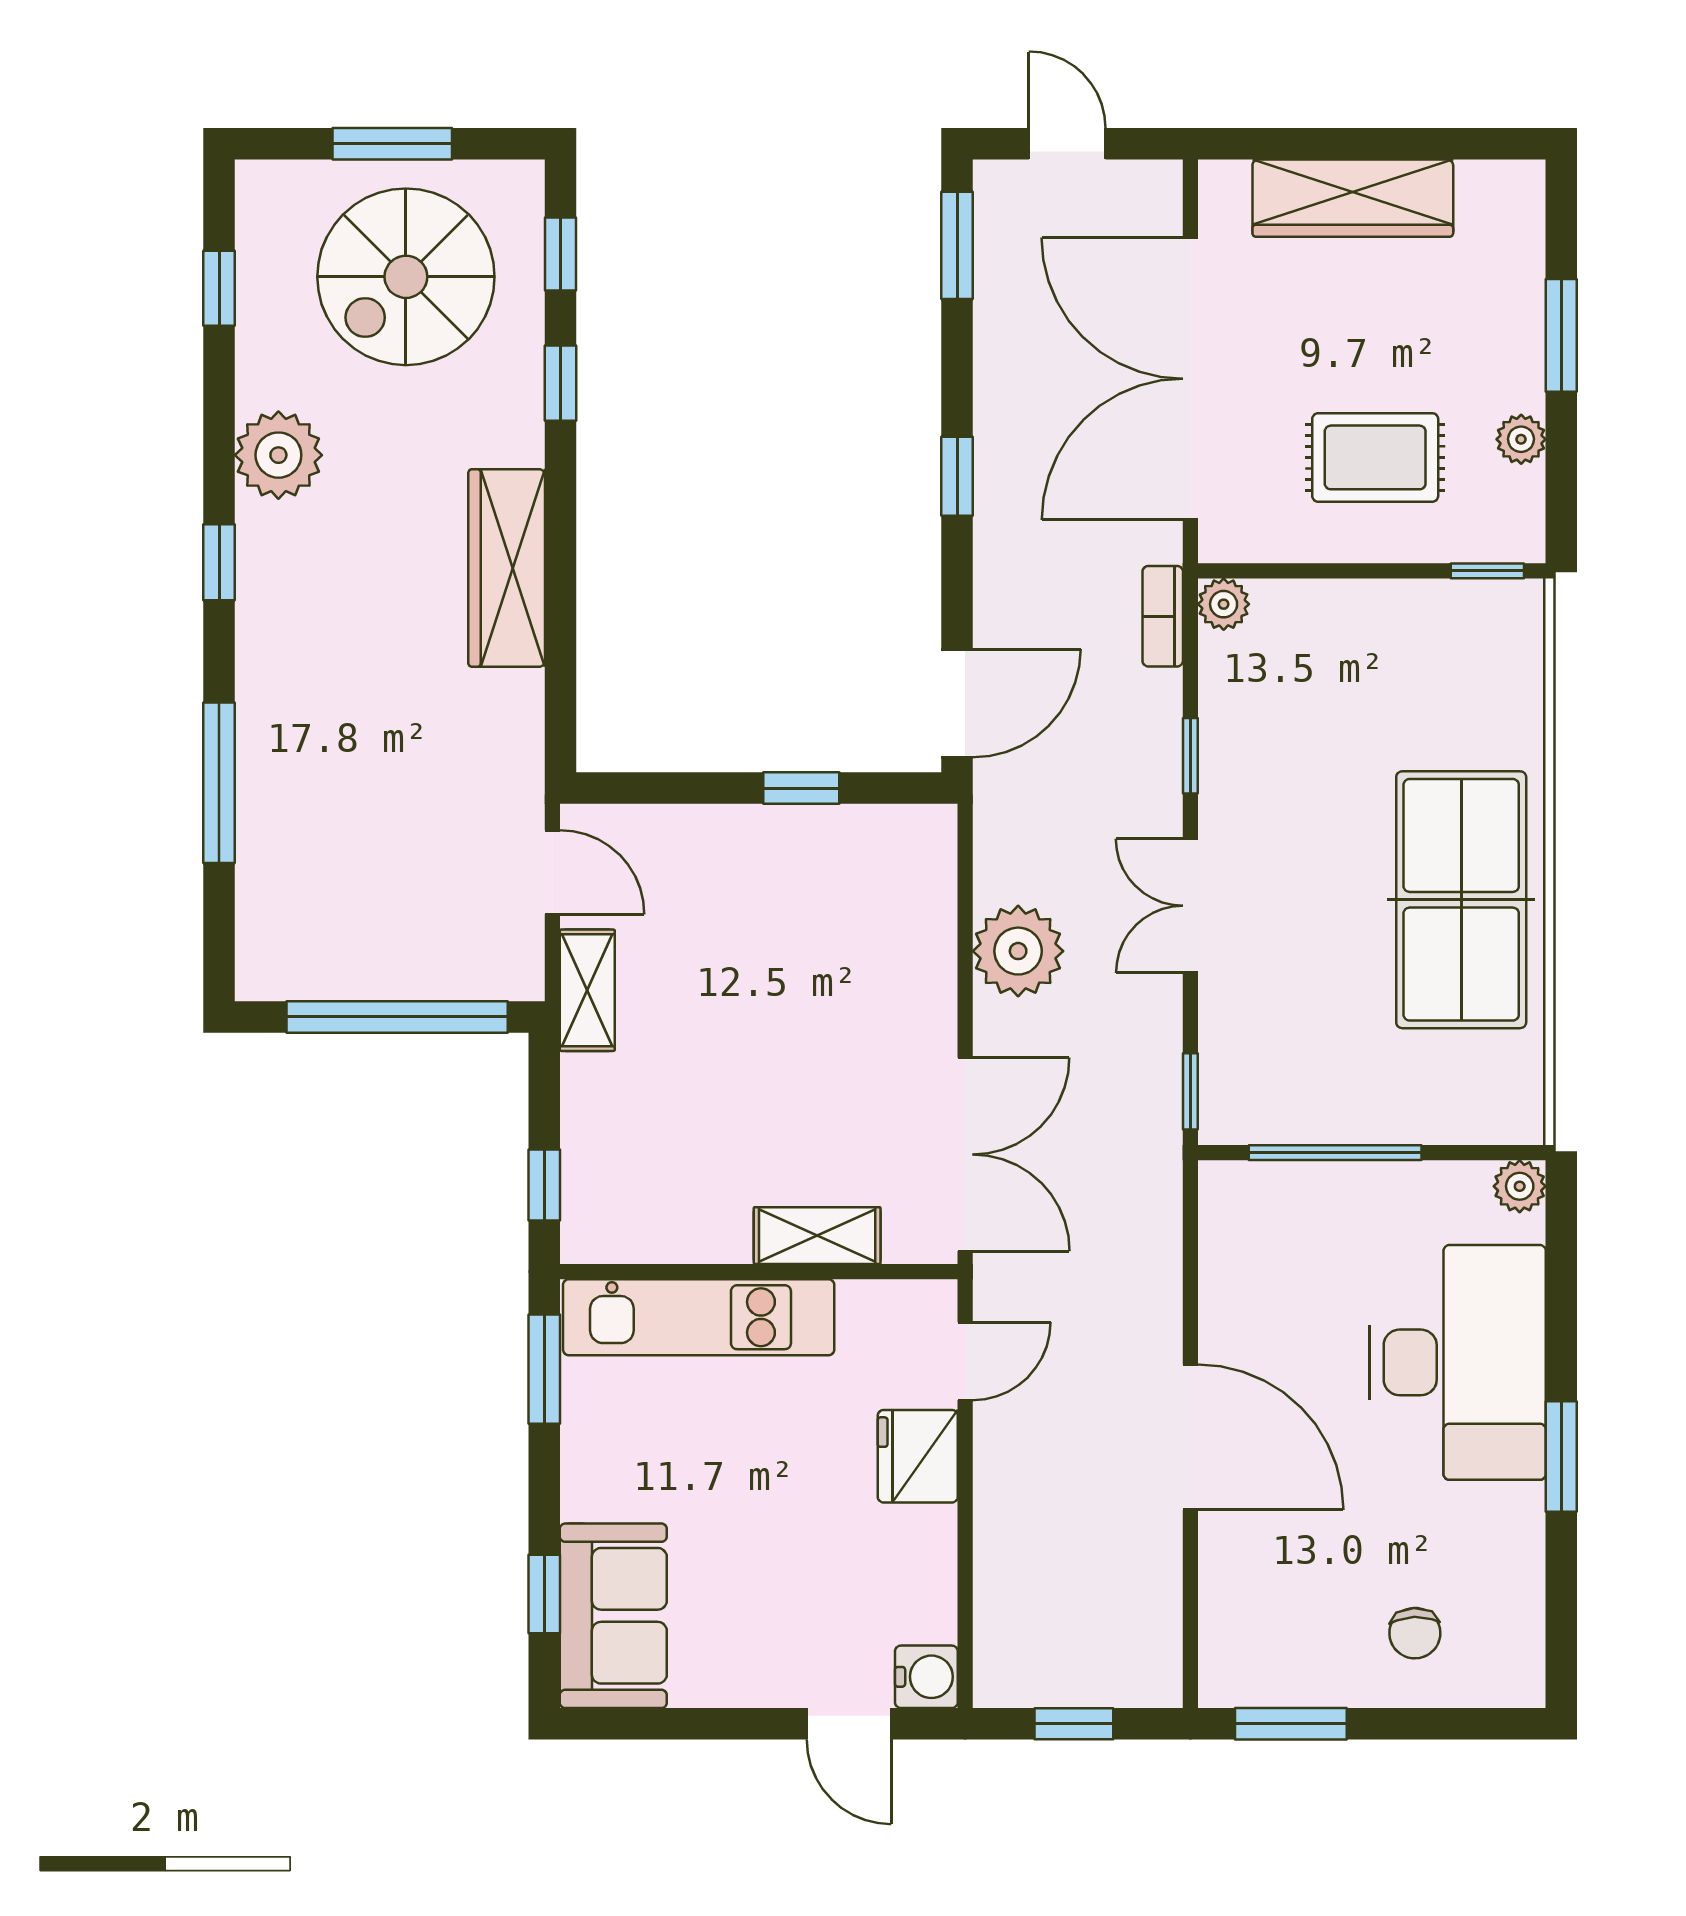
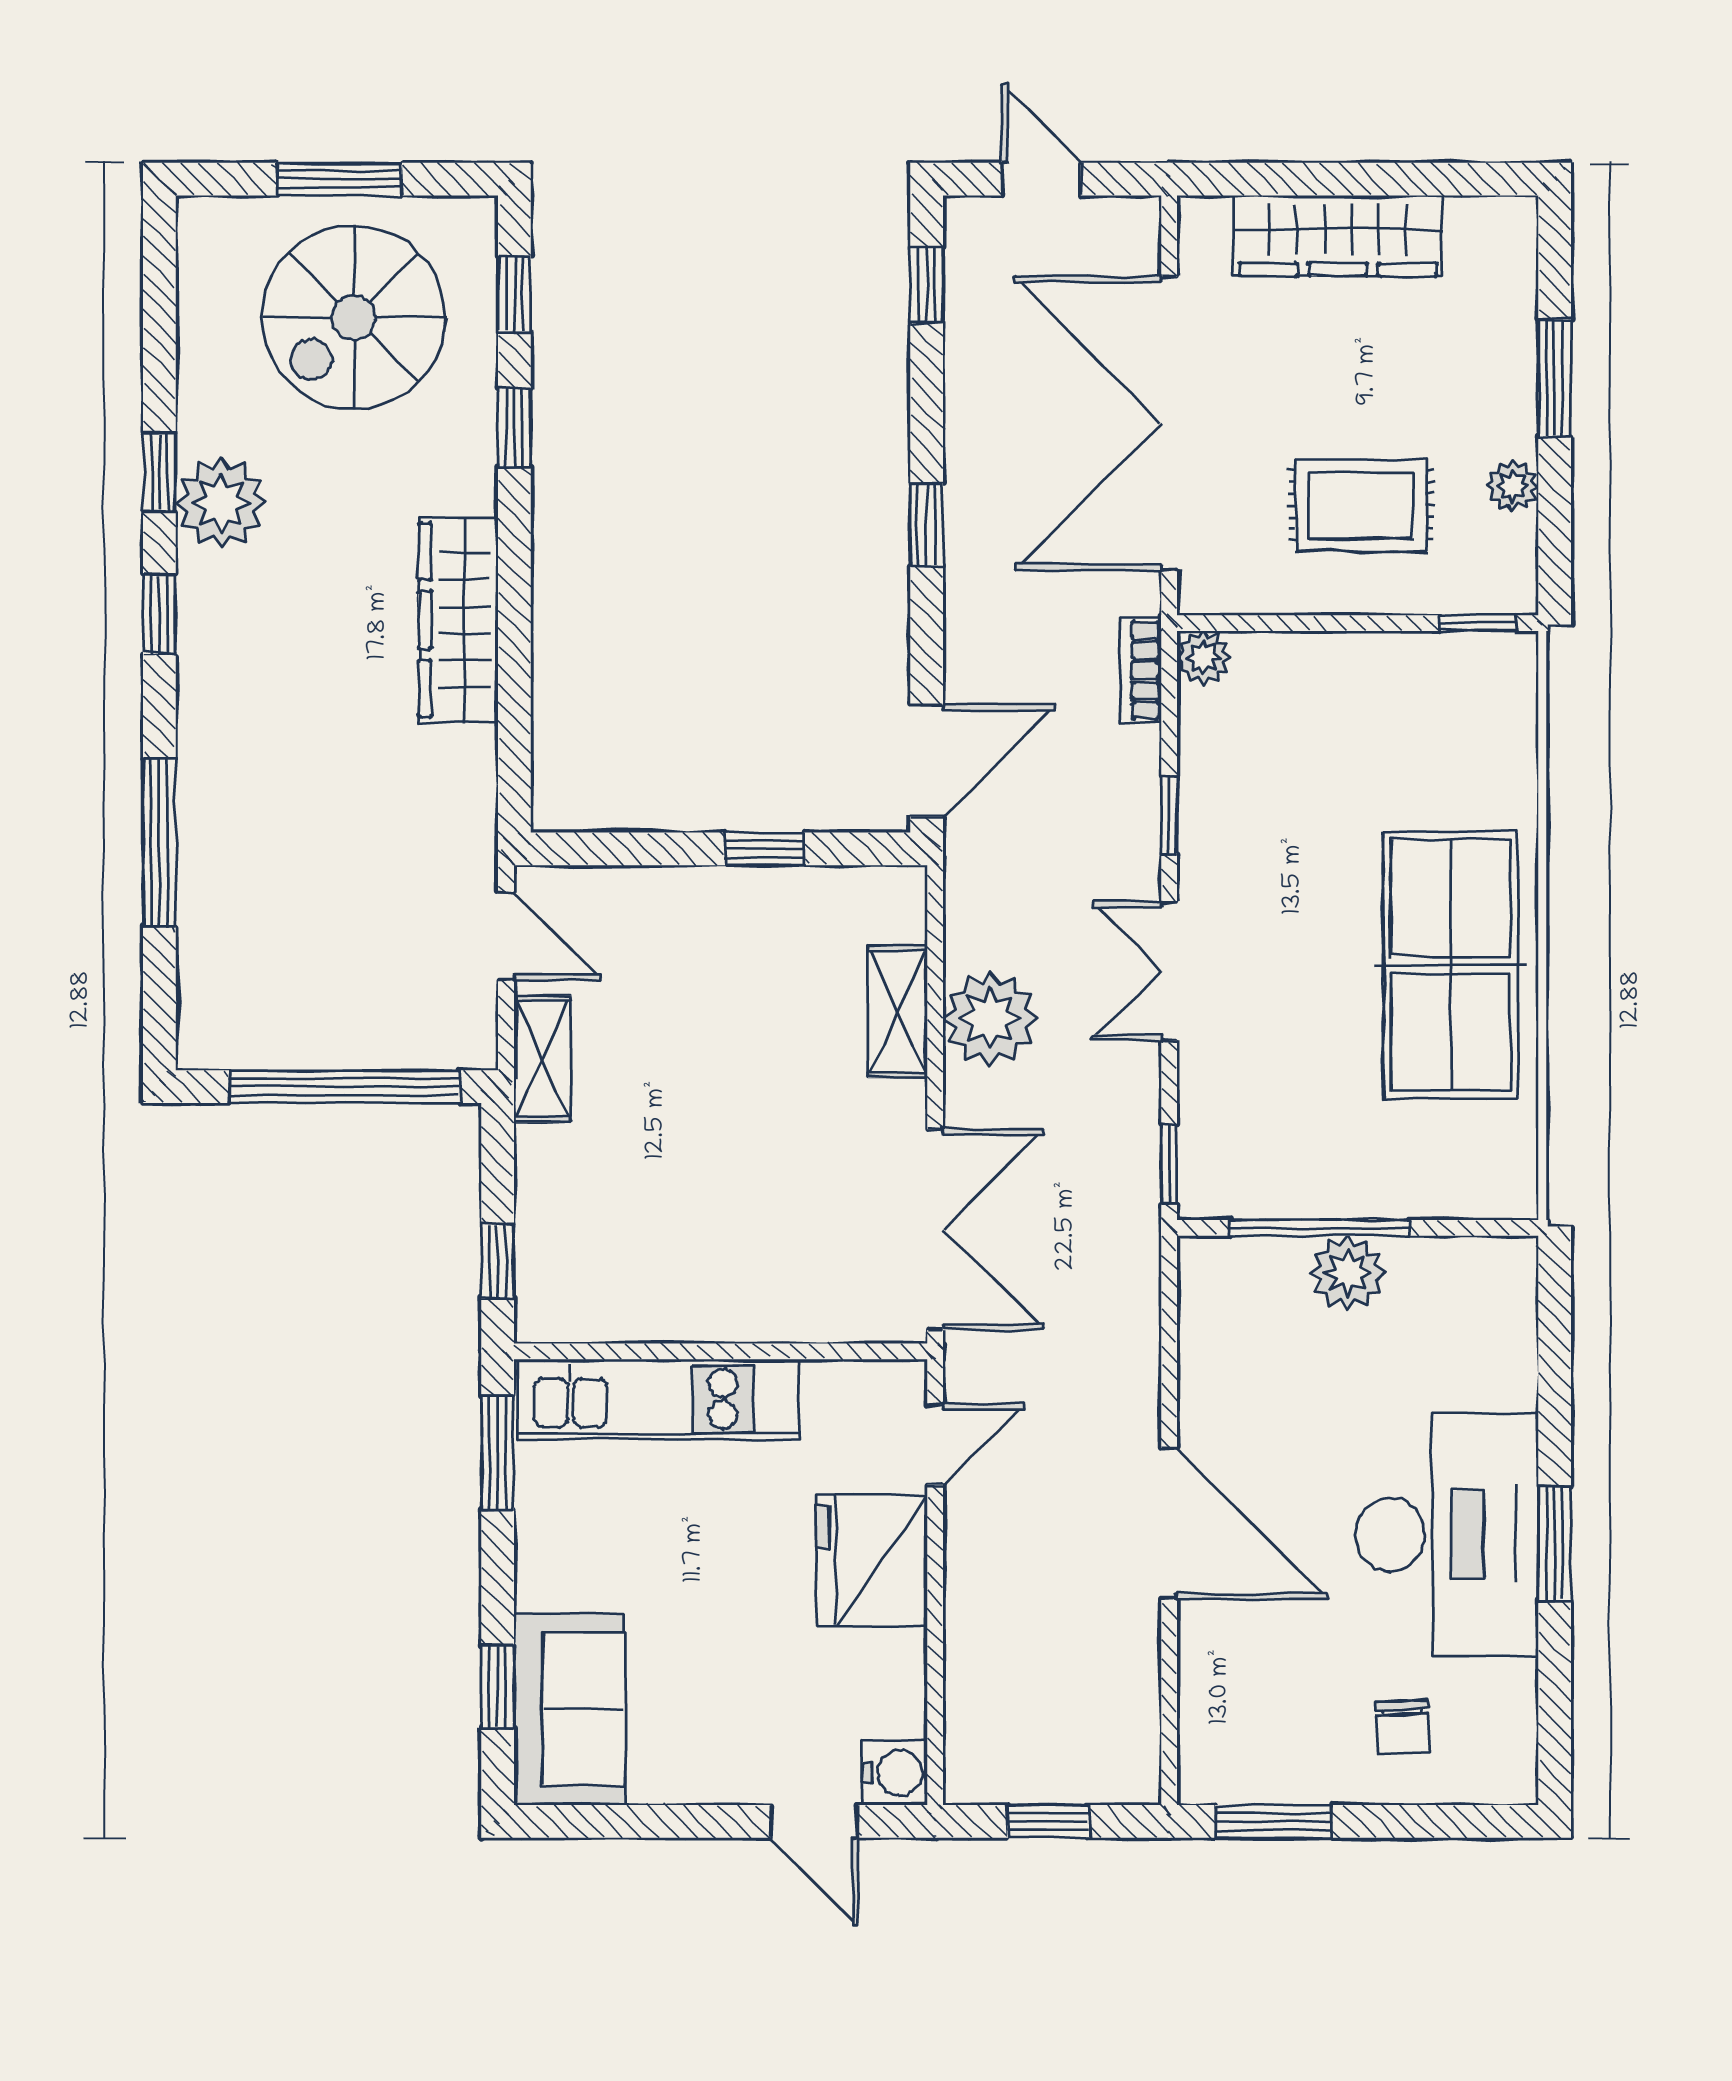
window: (957, 245) -> (927, 285), width x0.67
window: (219, 288) -> (159, 472), moved
plant: (1520, 1186) -> (1348, 1273), moved, width x1.38, depth x1.38
shelving: (817, 1236) -> (898, 1012), moved, turned 90
desk: (1458, 1362) -> (1447, 1535), moved
fridge: (918, 1456) -> (872, 1561), width x1.36, depth x1.34

